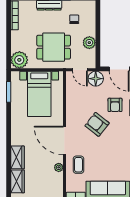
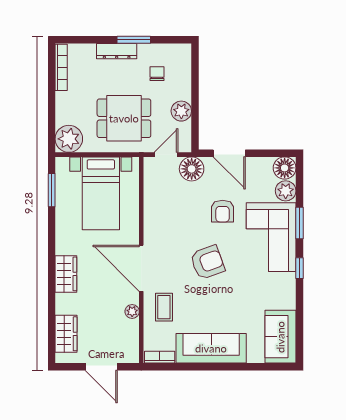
door: (80, 70) -> (166, 155), swing flipped
armchair: (97, 124) -> (207, 262), moved, turned 122
wardrobe: (17, 157) -> (66, 274), moved

